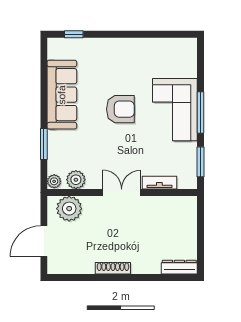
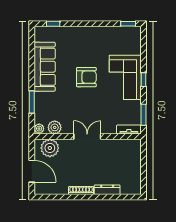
window: (179, 34) -> (128, 24), added
window: (201, 113) -> (143, 80), width x0.46
tv unit: (159, 183) -> (129, 129), moved
door: (44, 241) -> (32, 171), swing flipped
dresser: (179, 267) -> (107, 190), moved

